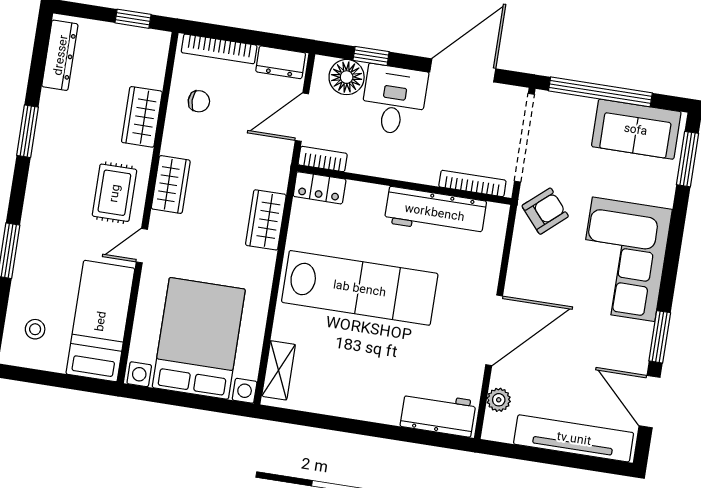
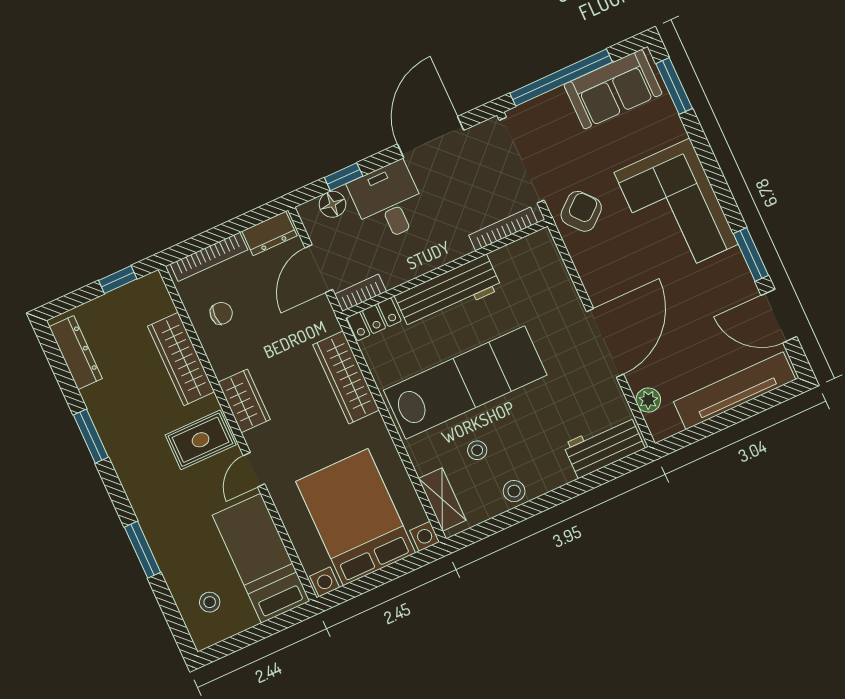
floor lamp: (347, 77) -> (332, 204), width x0.73, depth x0.73
wardrobe: (142, 117) -> (181, 359), width x1.50
rug: (114, 193) -> (201, 440), turned 90
workbench: (435, 212) -> (448, 292), moved
wardrobe: (266, 220) -> (346, 377), width x1.50
stool: (333, 349) -> (477, 450), added
stool: (341, 402) -> (514, 491), added

